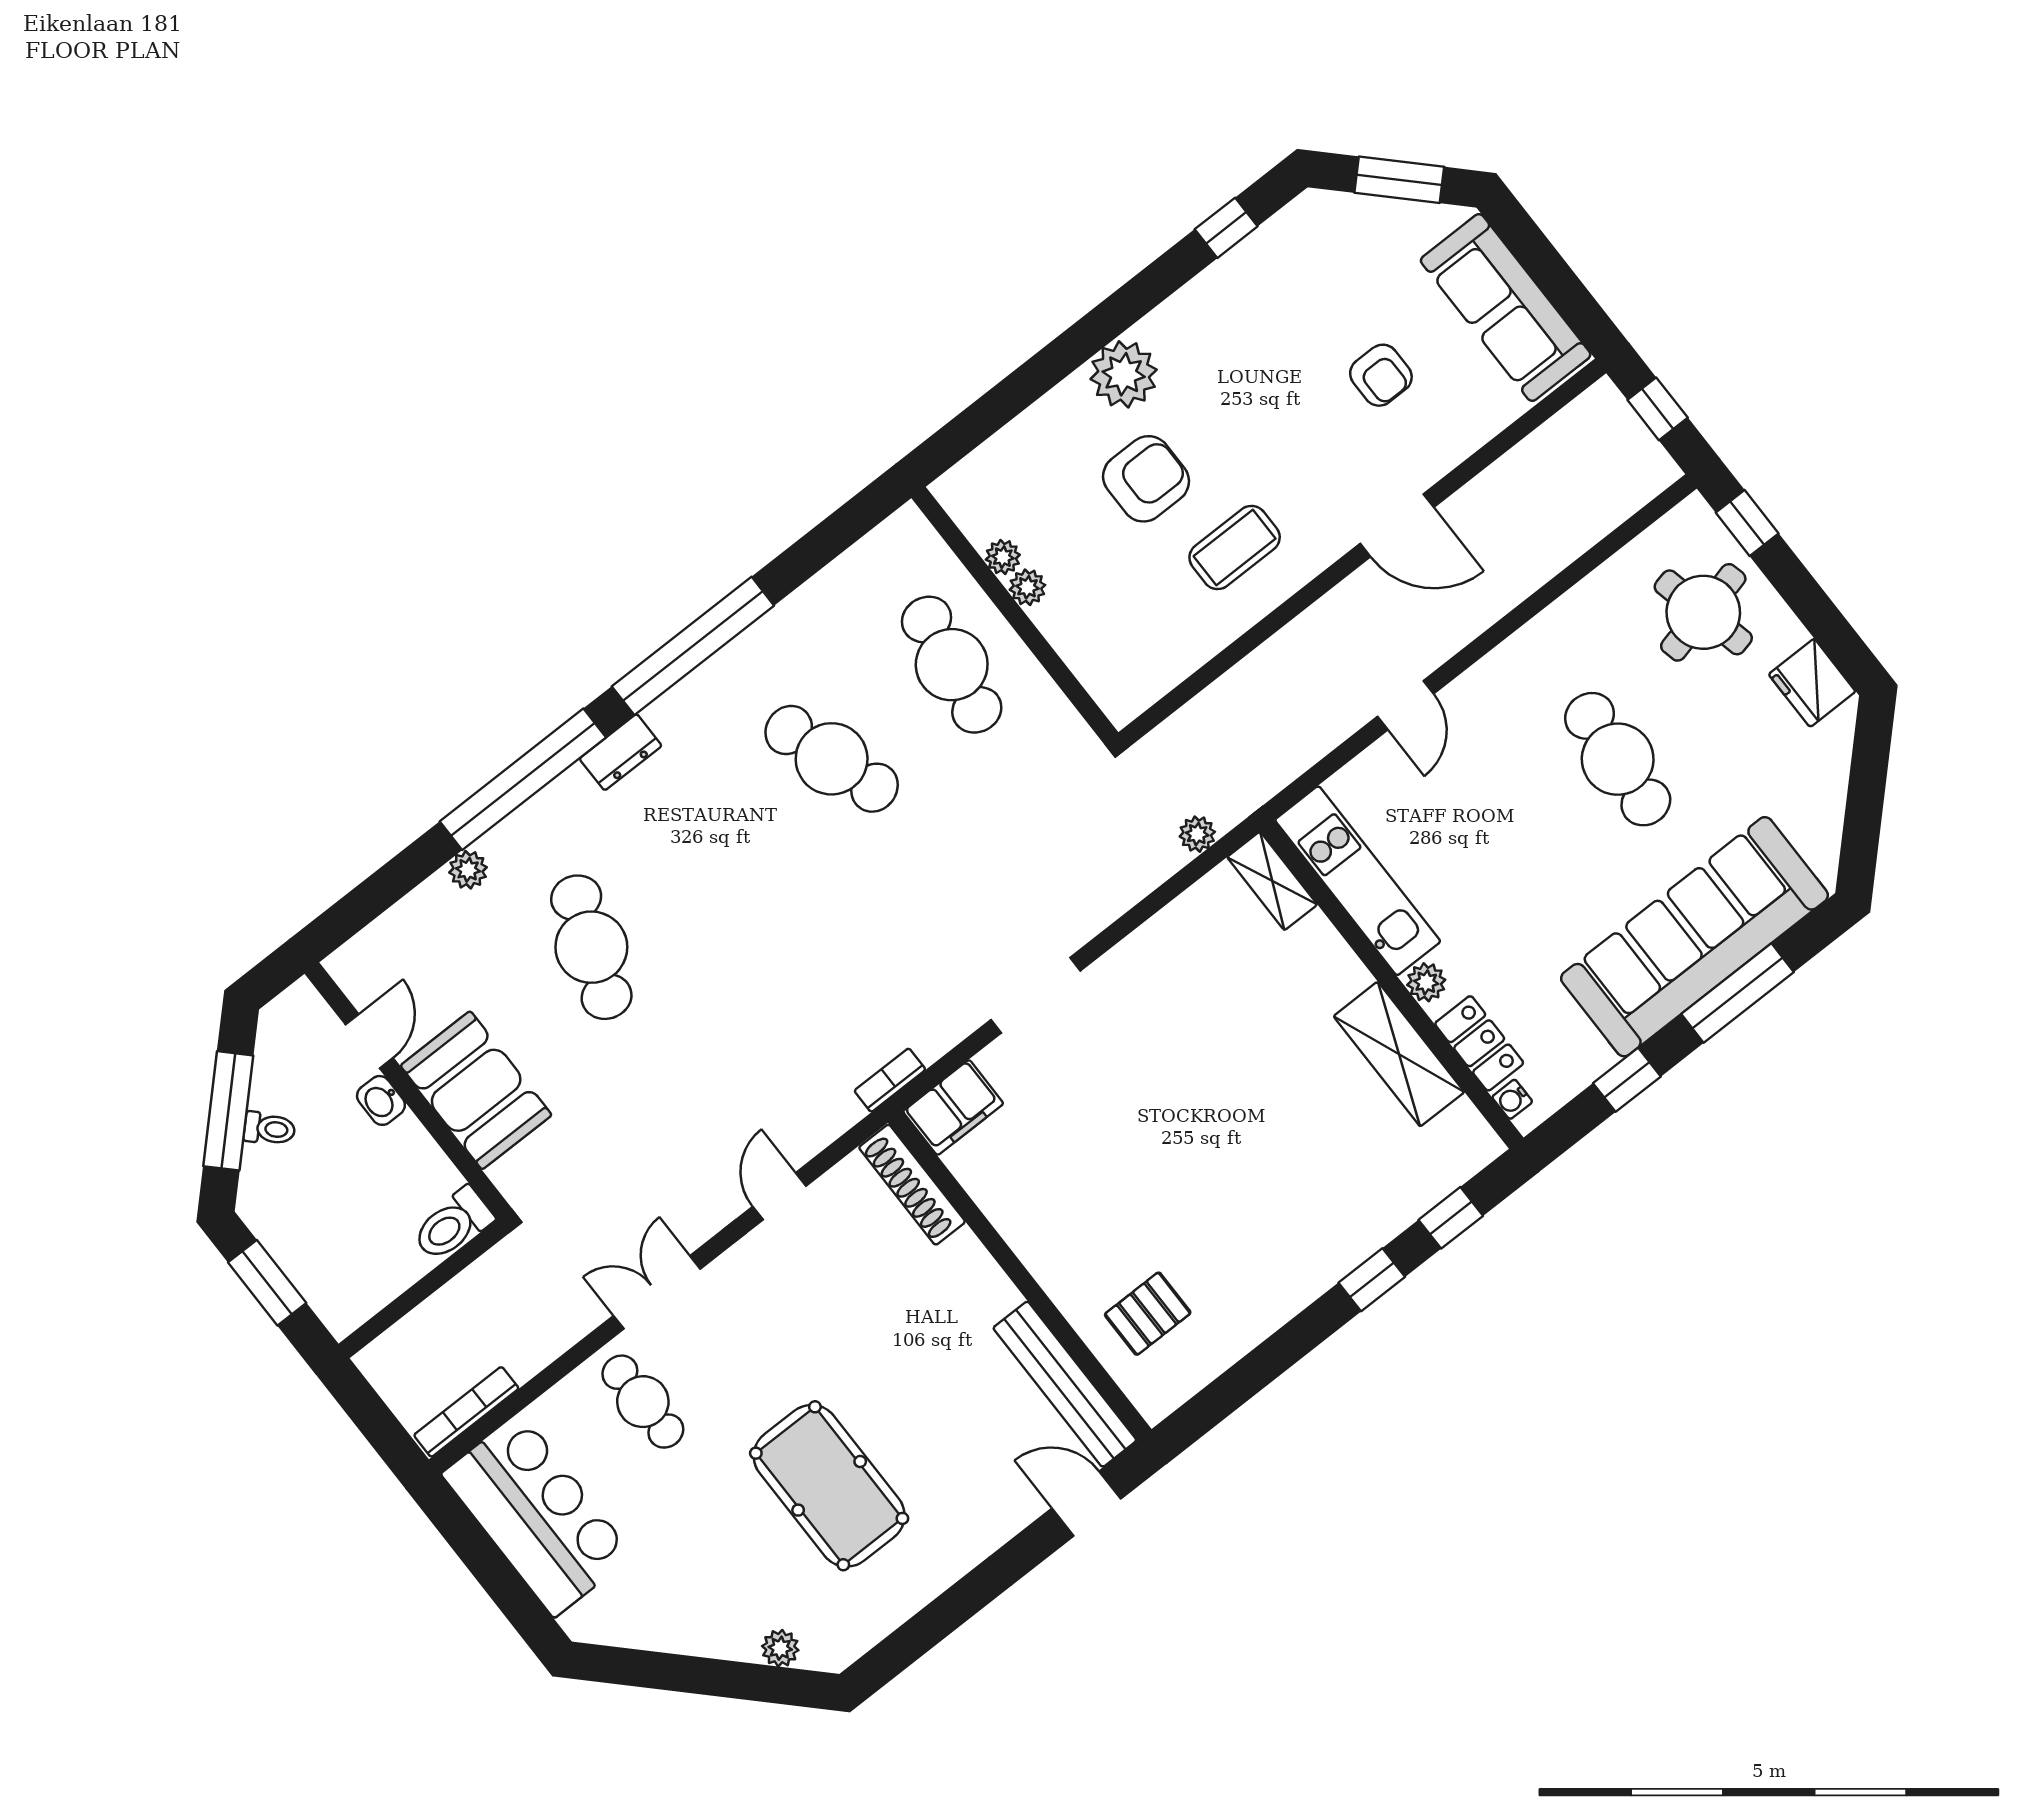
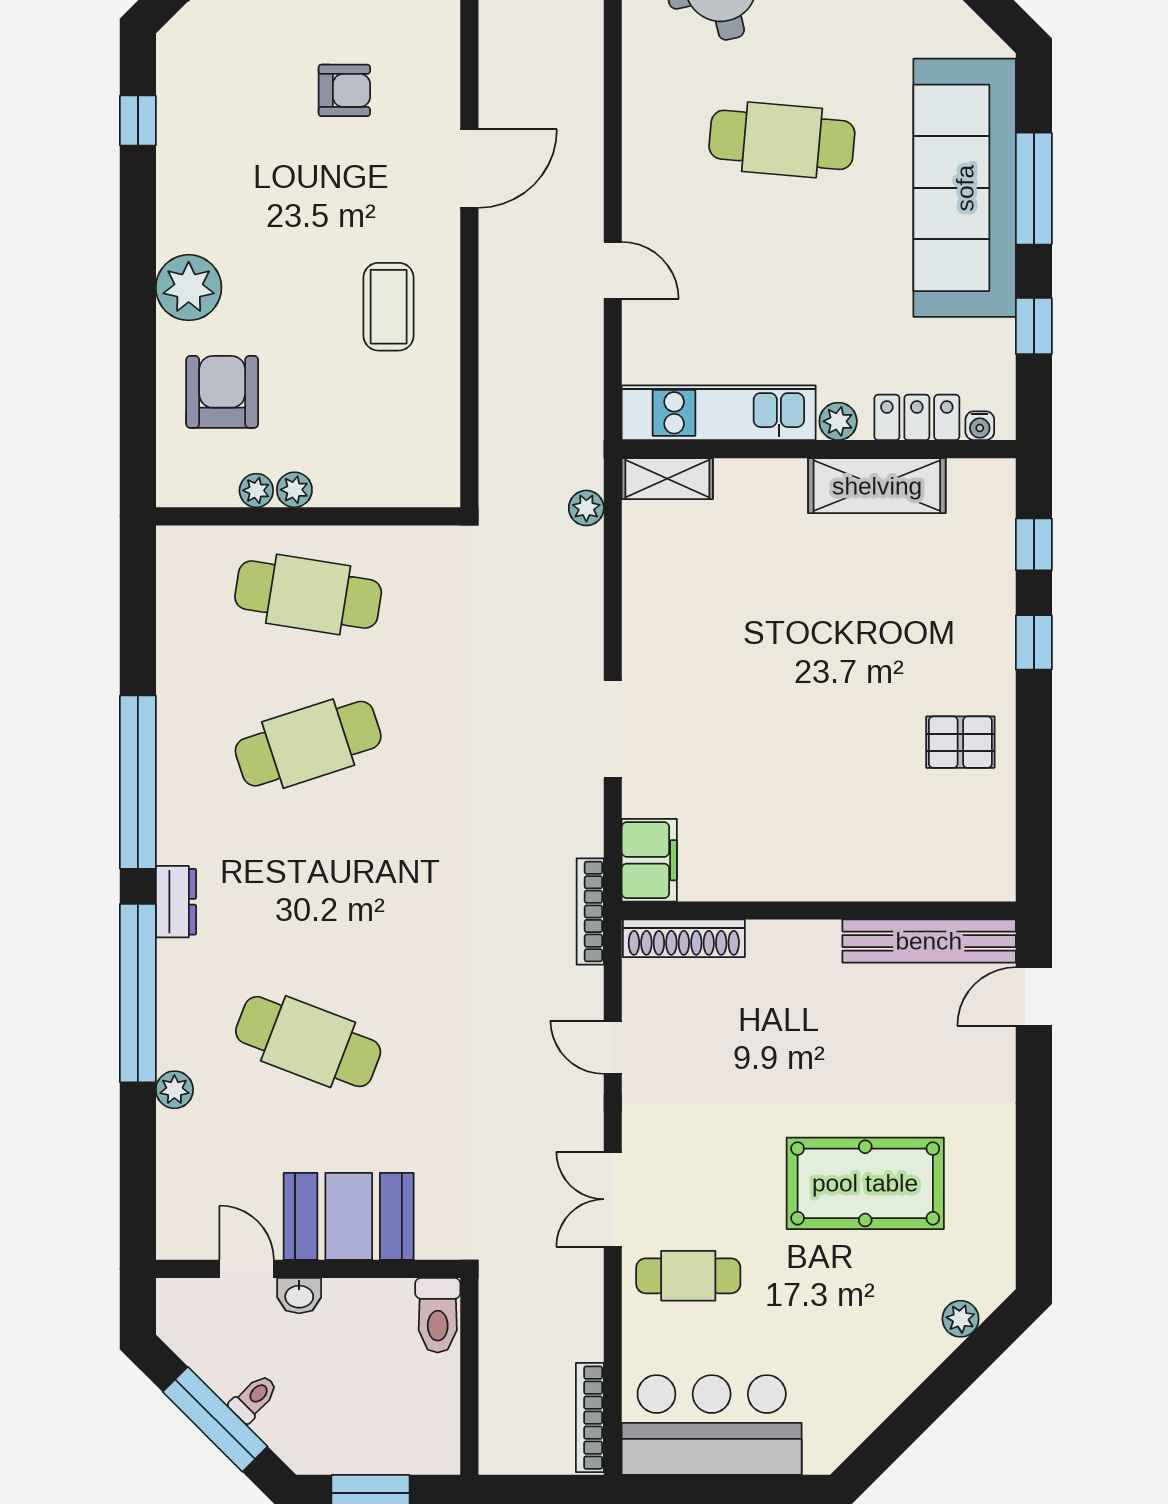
armchair: (1146, 479) -> (222, 392), moved
bookcase: (890, 1080) -> (590, 911), width x1.56
pallet: (1148, 1314) -> (960, 742), moved, turned 90

